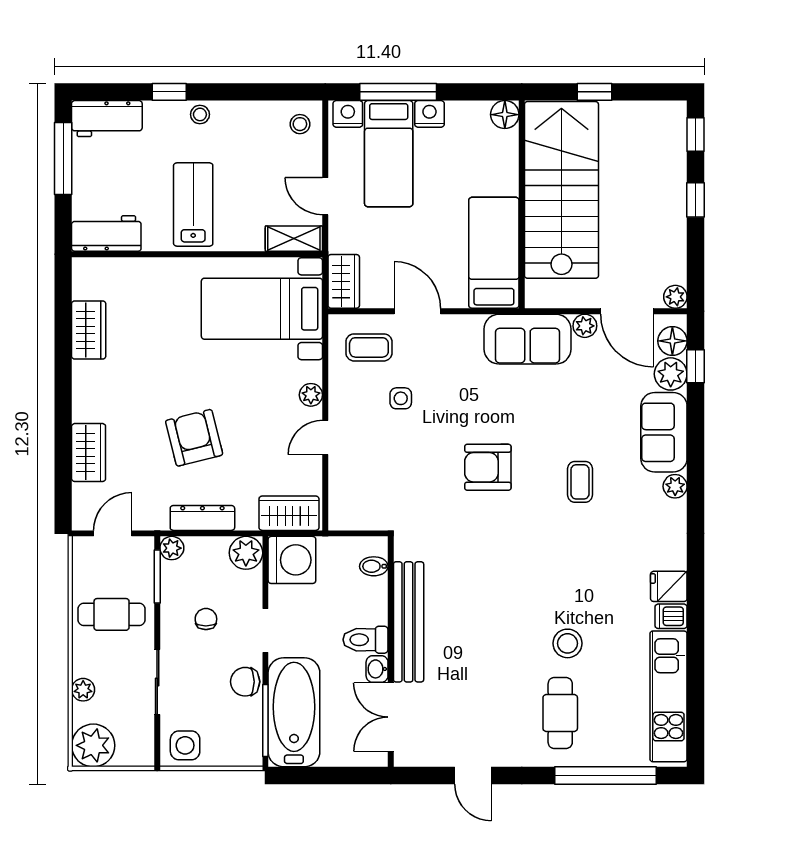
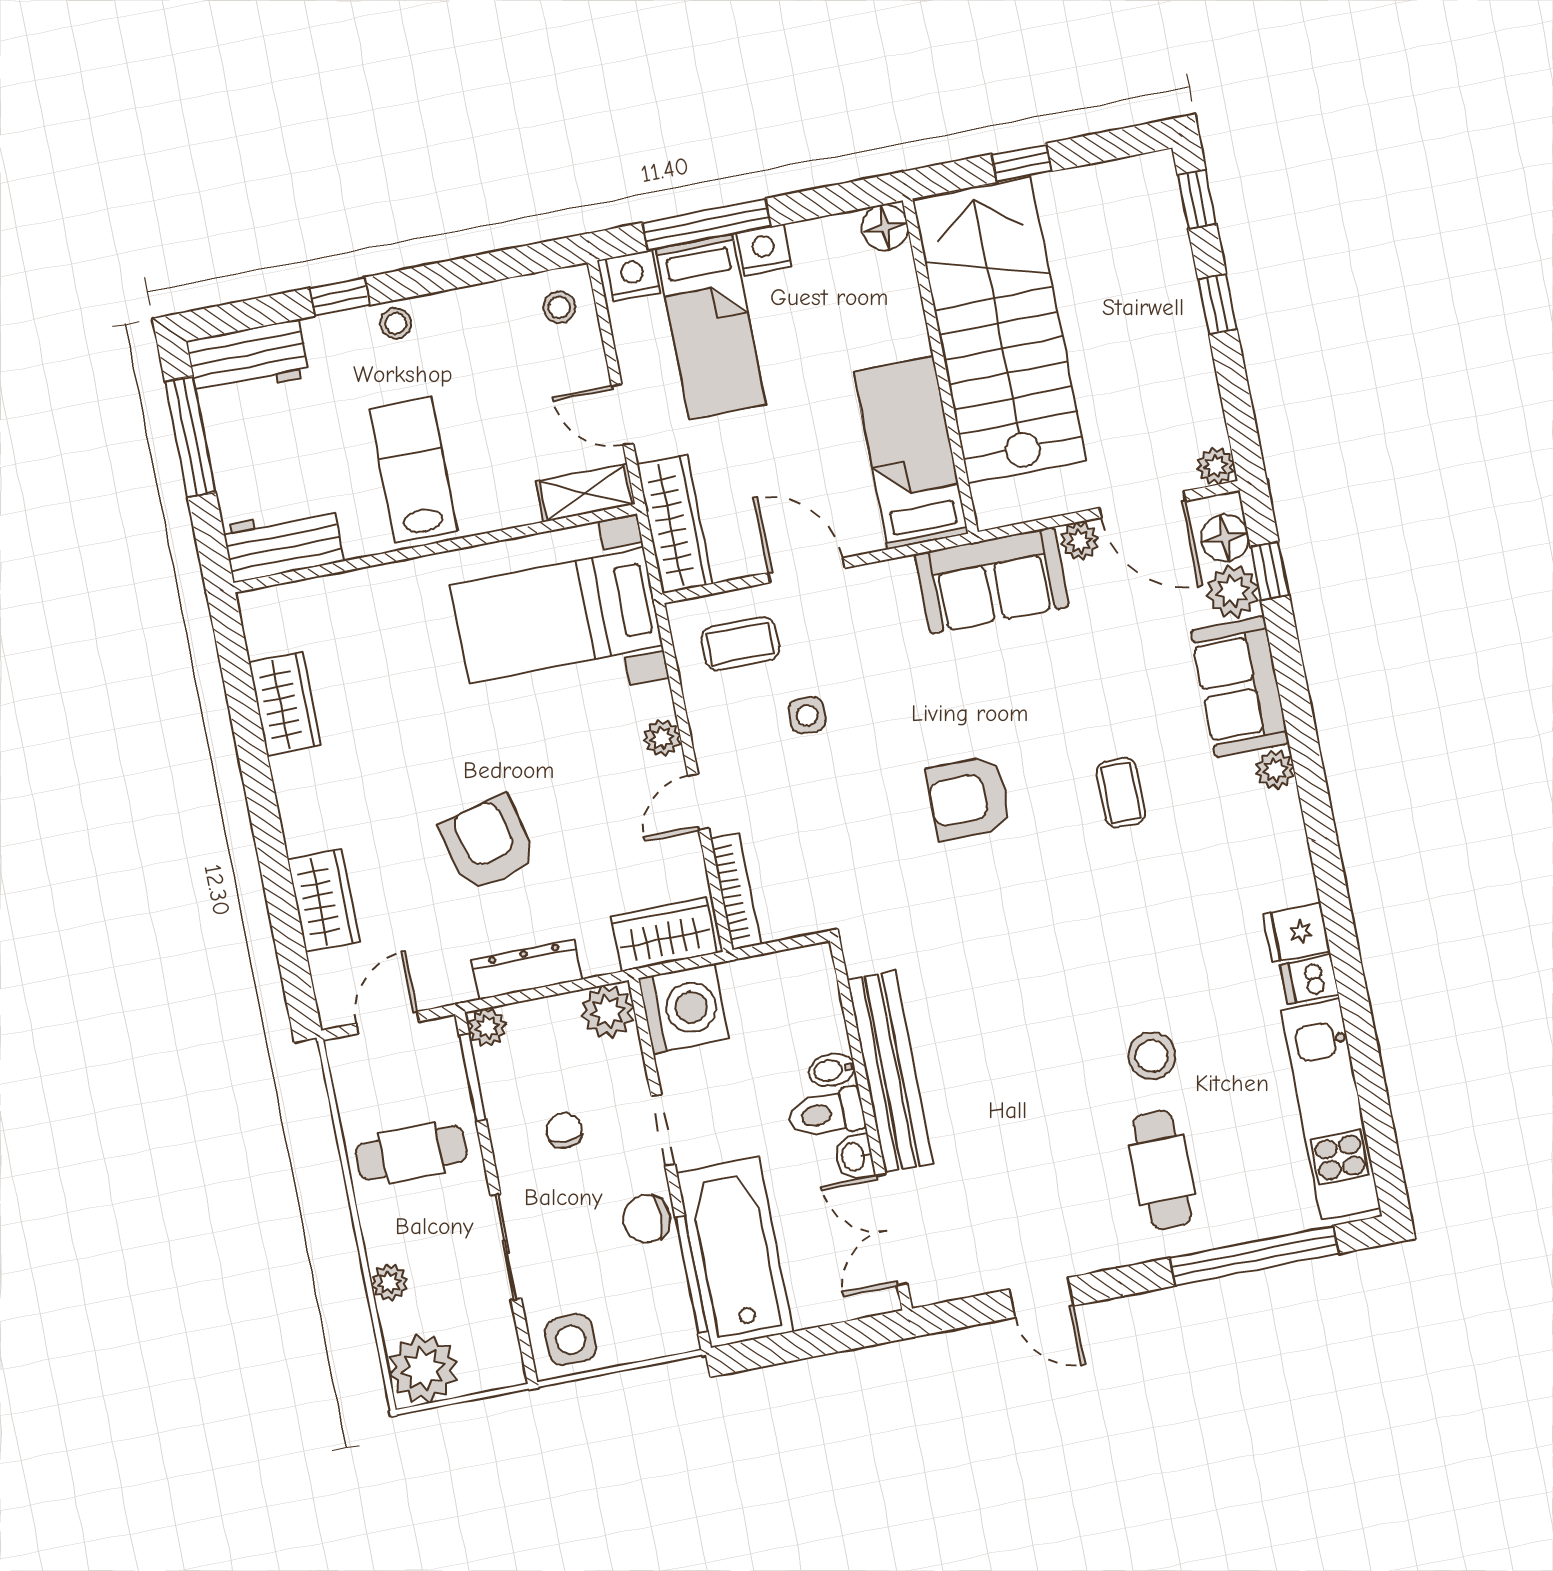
wardrobe: (344, 281) -> (675, 524), width x1.50
bookcase: (337, 496) -> (736, 892), added
bidet: (374, 566) -> (832, 1070), moved

